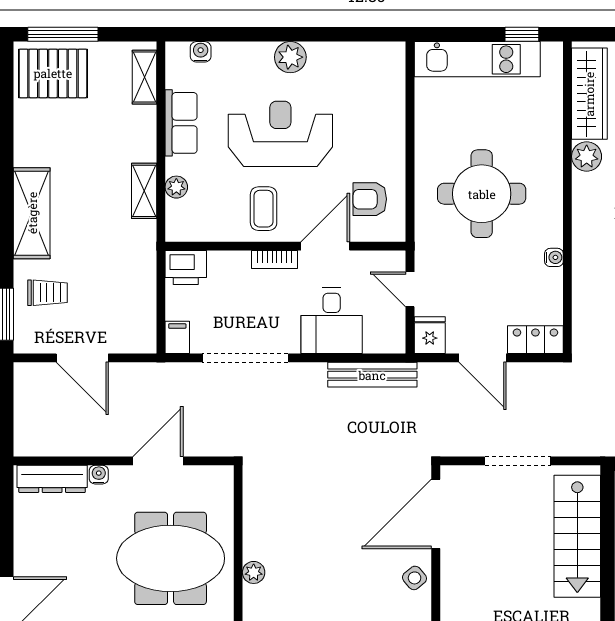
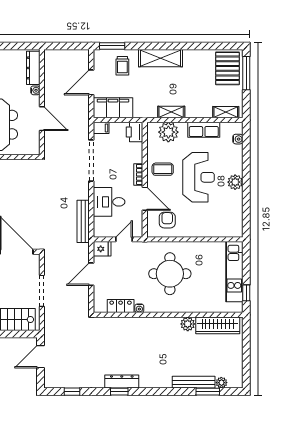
plant: (176, 187) -> (168, 132), width x1.88, depth x1.88
filing cabinet: (135, 312) -> (113, 108), added
locker: (535, 340) -> (121, 306), moved, turned -90

